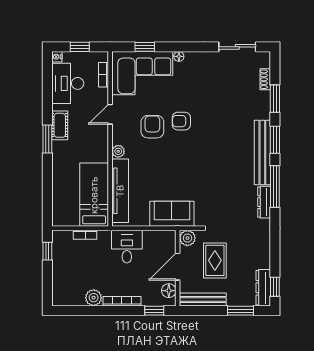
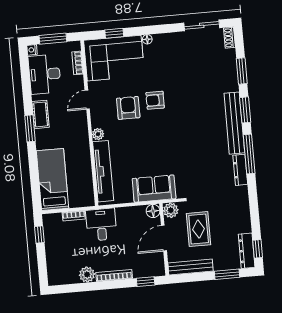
window: (80, 47) -> (53, 39), width x1.50
shoe rack: (265, 79) -> (229, 38), moved
bed: (94, 195) -> (52, 180), moved
desk: (127, 247) -> (101, 225), moved
floor lamp: (169, 291) -> (153, 211), moved

